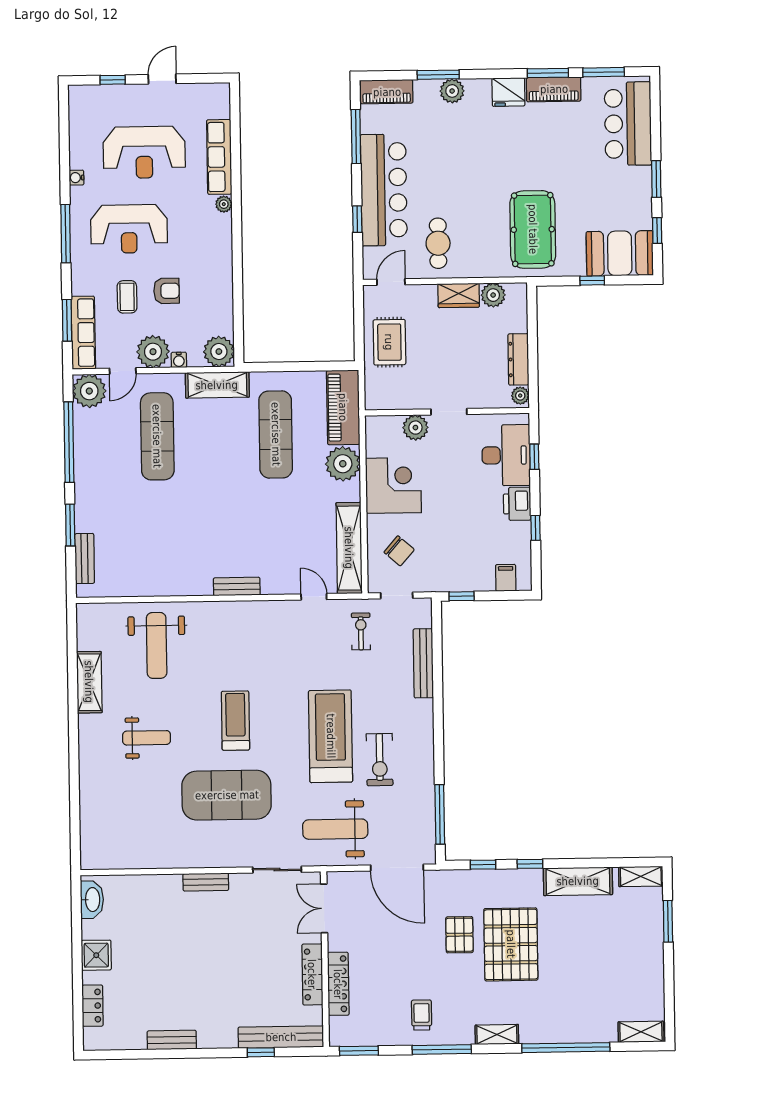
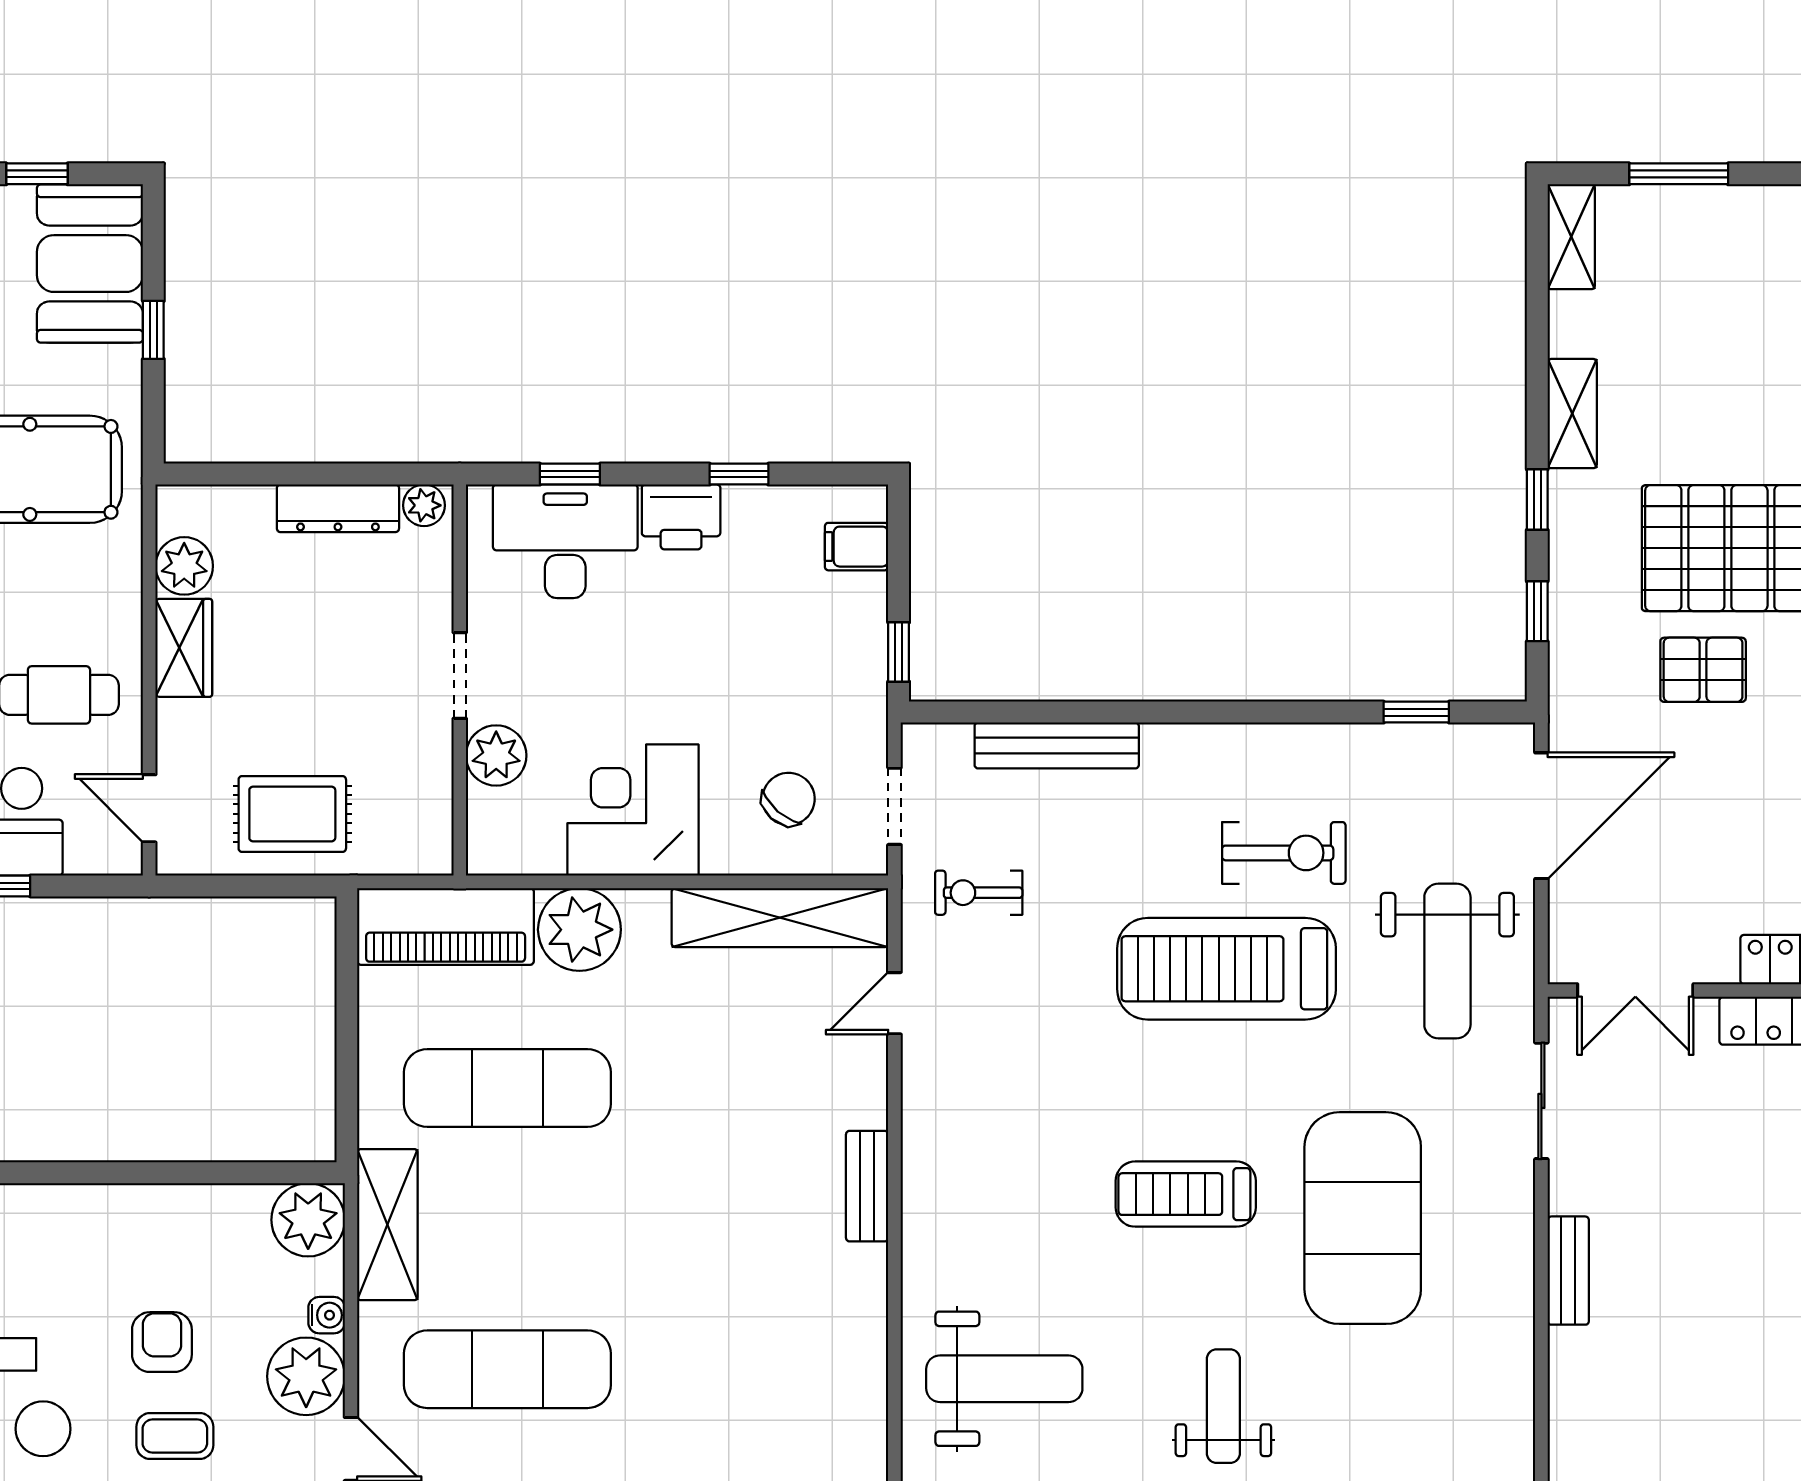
window: (440, 814) -> (1416, 712), width x0.46
shelving: (578, 881) -> (1572, 414), width x0.67, depth x0.75

